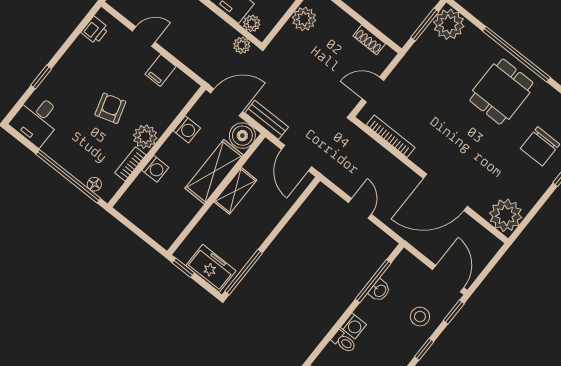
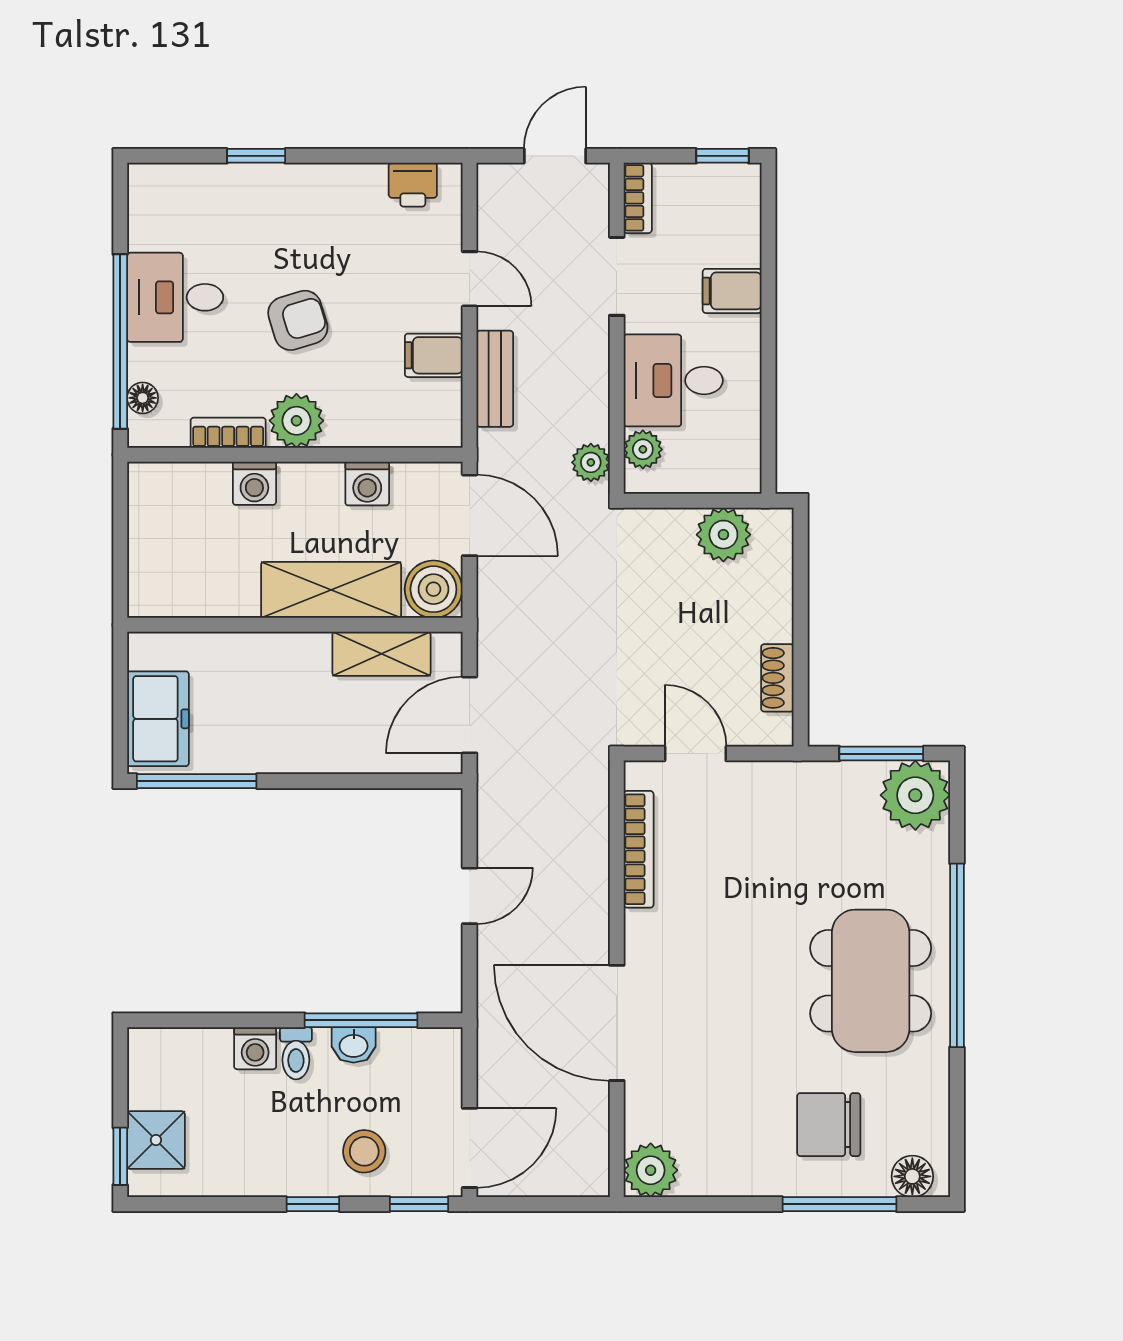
dining table: (501, 92) -> (871, 981), width x1.38
desk: (37, 120) -> (175, 297), moved
bench: (267, 120) -> (495, 379), moved
shelving: (235, 191) -> (381, 654), moved
plant: (506, 215) -> (651, 1170), width x0.73, depth x0.73
window: (183, 268) -> (120, 669), removed
toilet: (344, 342) -> (296, 1053), moved

